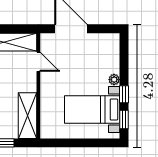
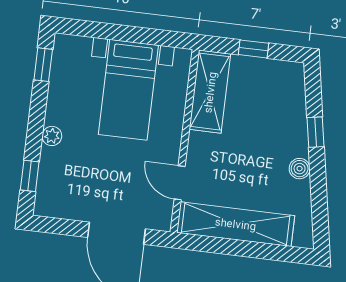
window: (124, 94) -> (30, 176), moved
bed with nightstands: (92, 110) -> (128, 90), moved, turned 90

